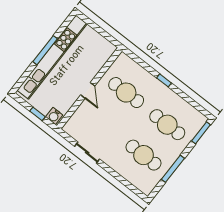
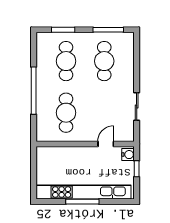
window: (164, 80) -> (34, 91), width x3.17
door: (88, 90) -> (106, 144), moved
window: (201, 133) -> (63, 30), moved
window: (173, 169) -> (108, 30), moved

